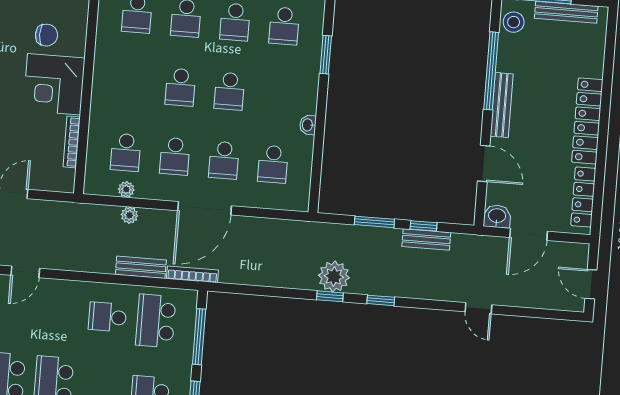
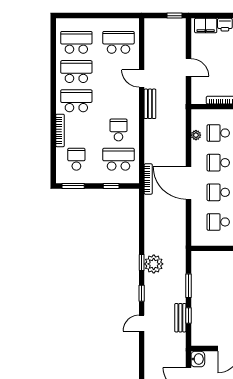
plant: (129, 215) -> (181, 138), removed
bench: (141, 267) -> (150, 104), moved
door: (478, 308) -> (142, 323), moved
window: (199, 337) -> (111, 186), width x0.46

